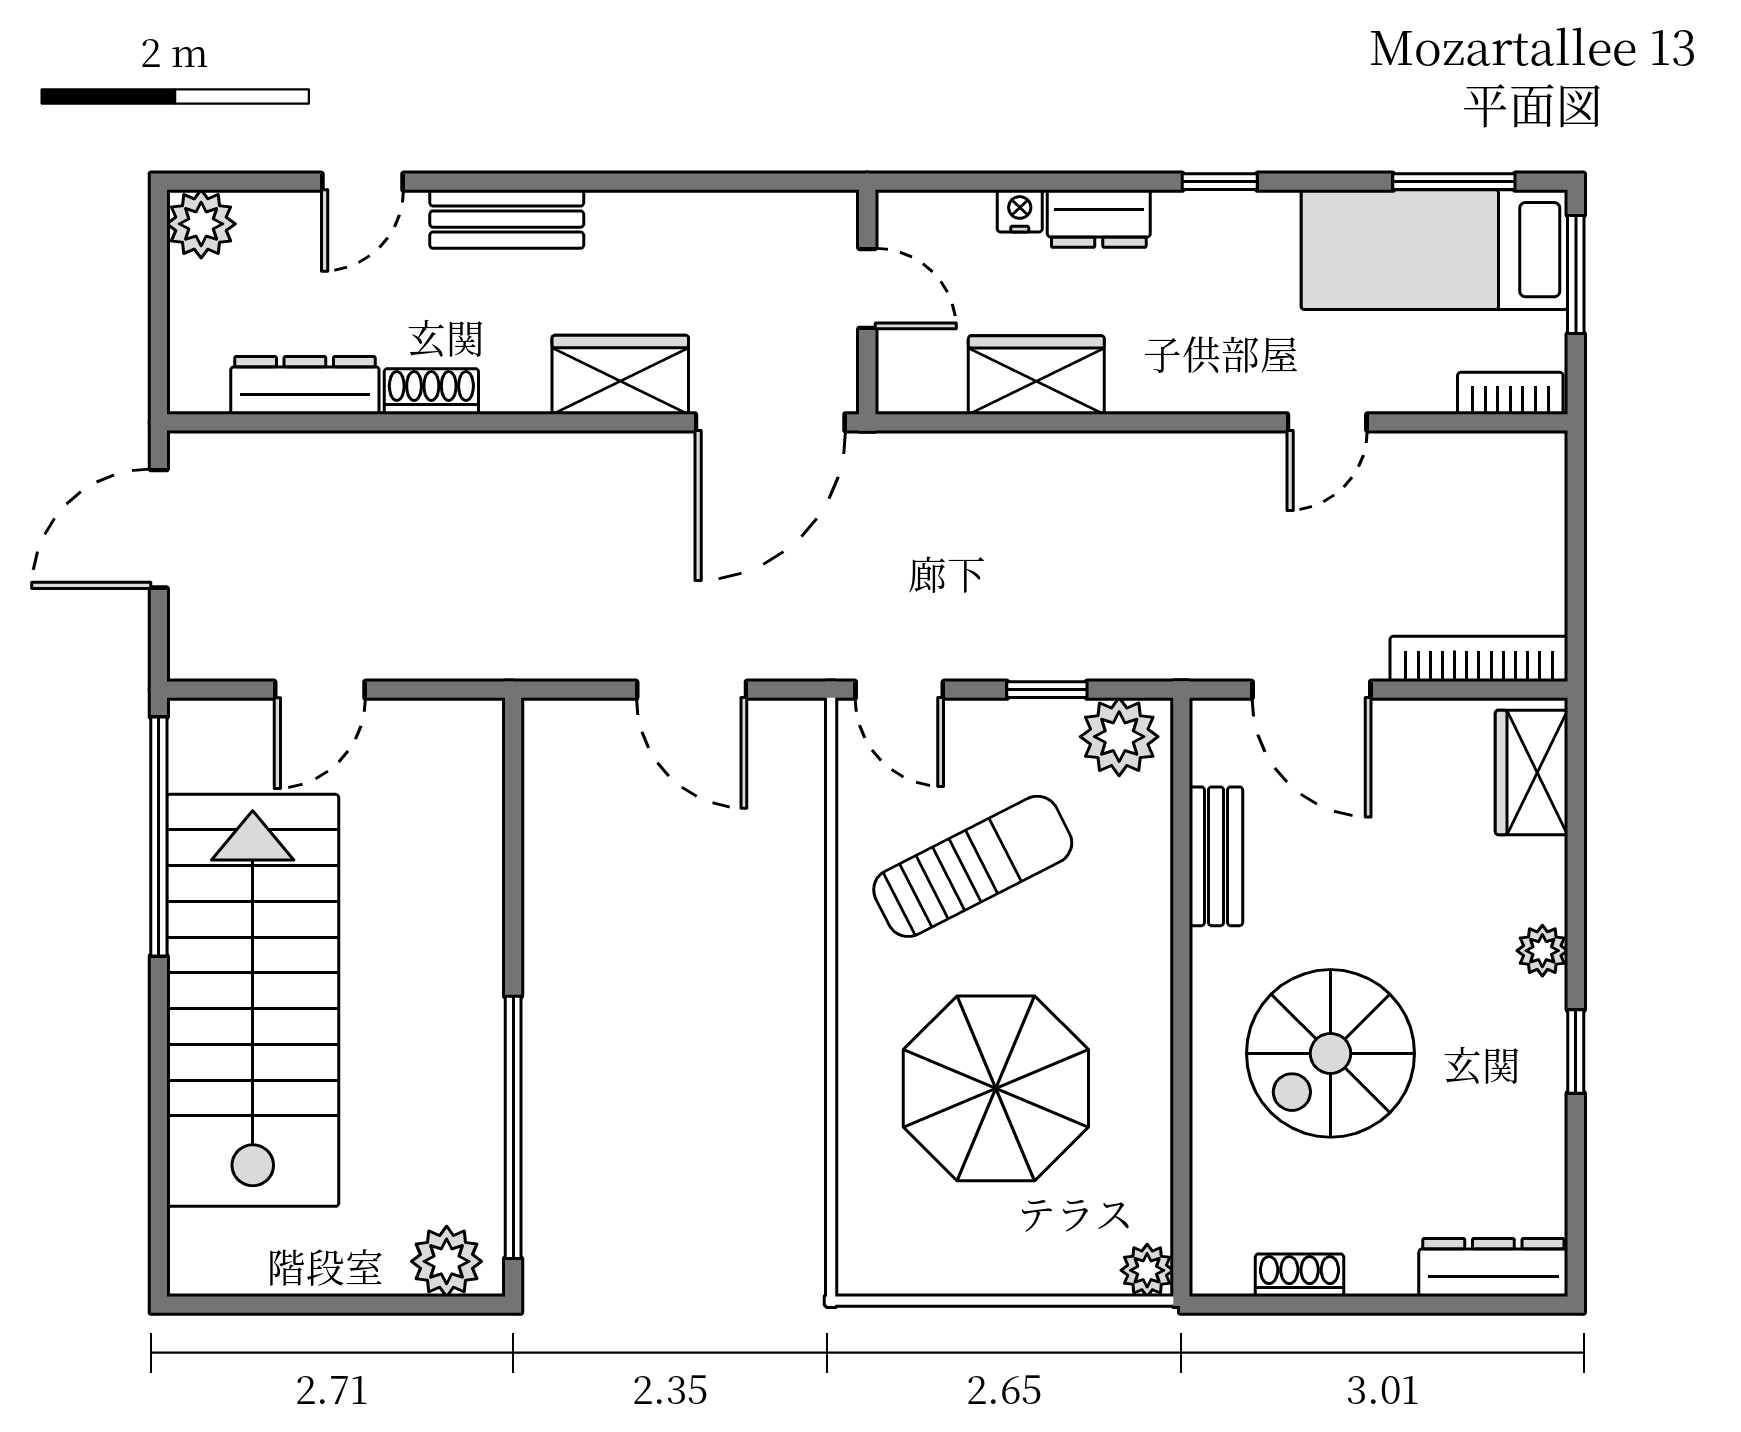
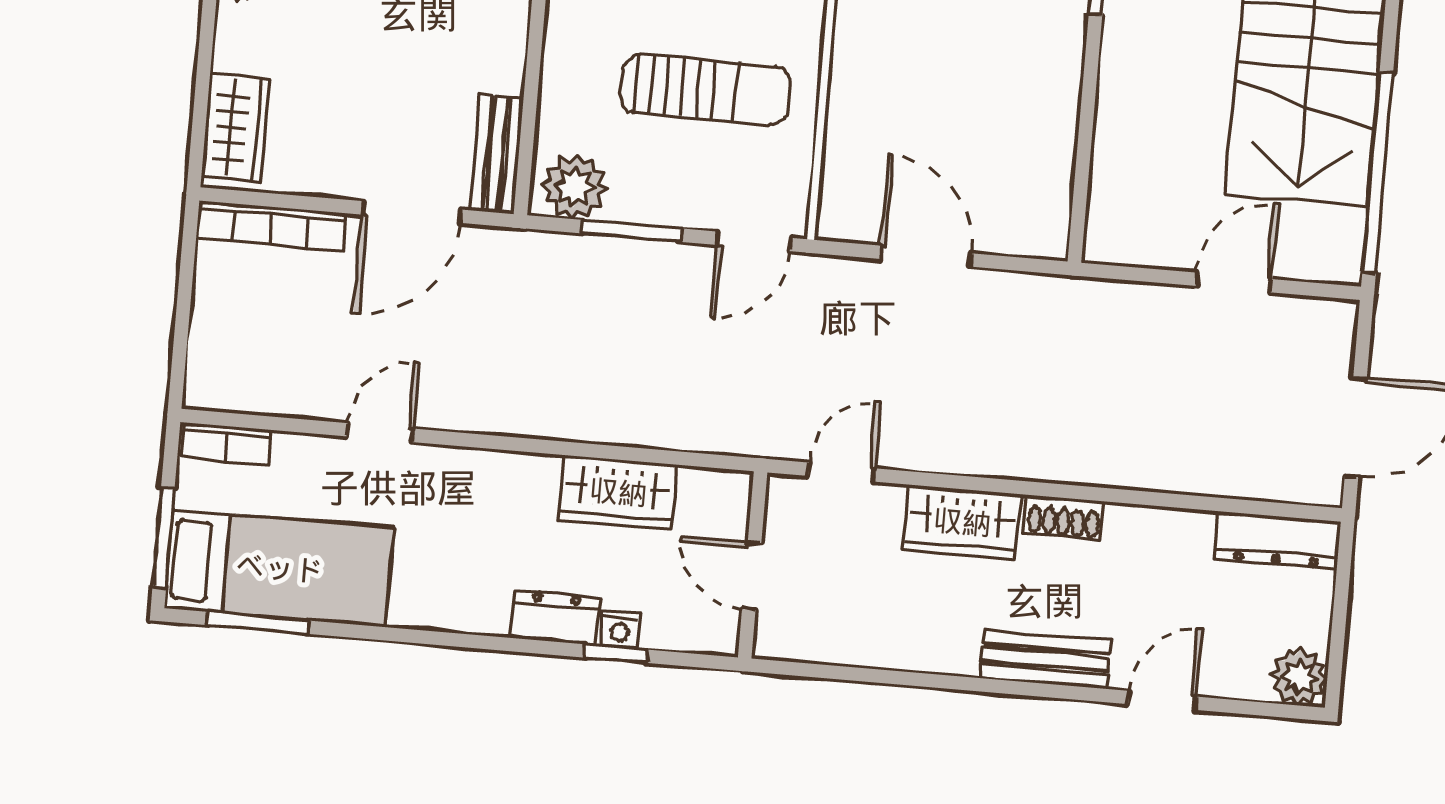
window: (1220, 182) -> (616, 654), moved
dresser: (305, 385) -> (1278, 540), moved
shoe rack: (431, 391) -> (1064, 517), moved
door: (770, 422) -> (842, 472), width x0.53
door: (899, 690) -> (754, 241), swing flipped
window: (1047, 690) -> (631, 231), width x1.50
door: (1311, 690) -> (412, 212), swing flipped
bench: (1216, 856) -> (497, 155), moved
sun lounger: (973, 866) -> (705, 90), turned -153

